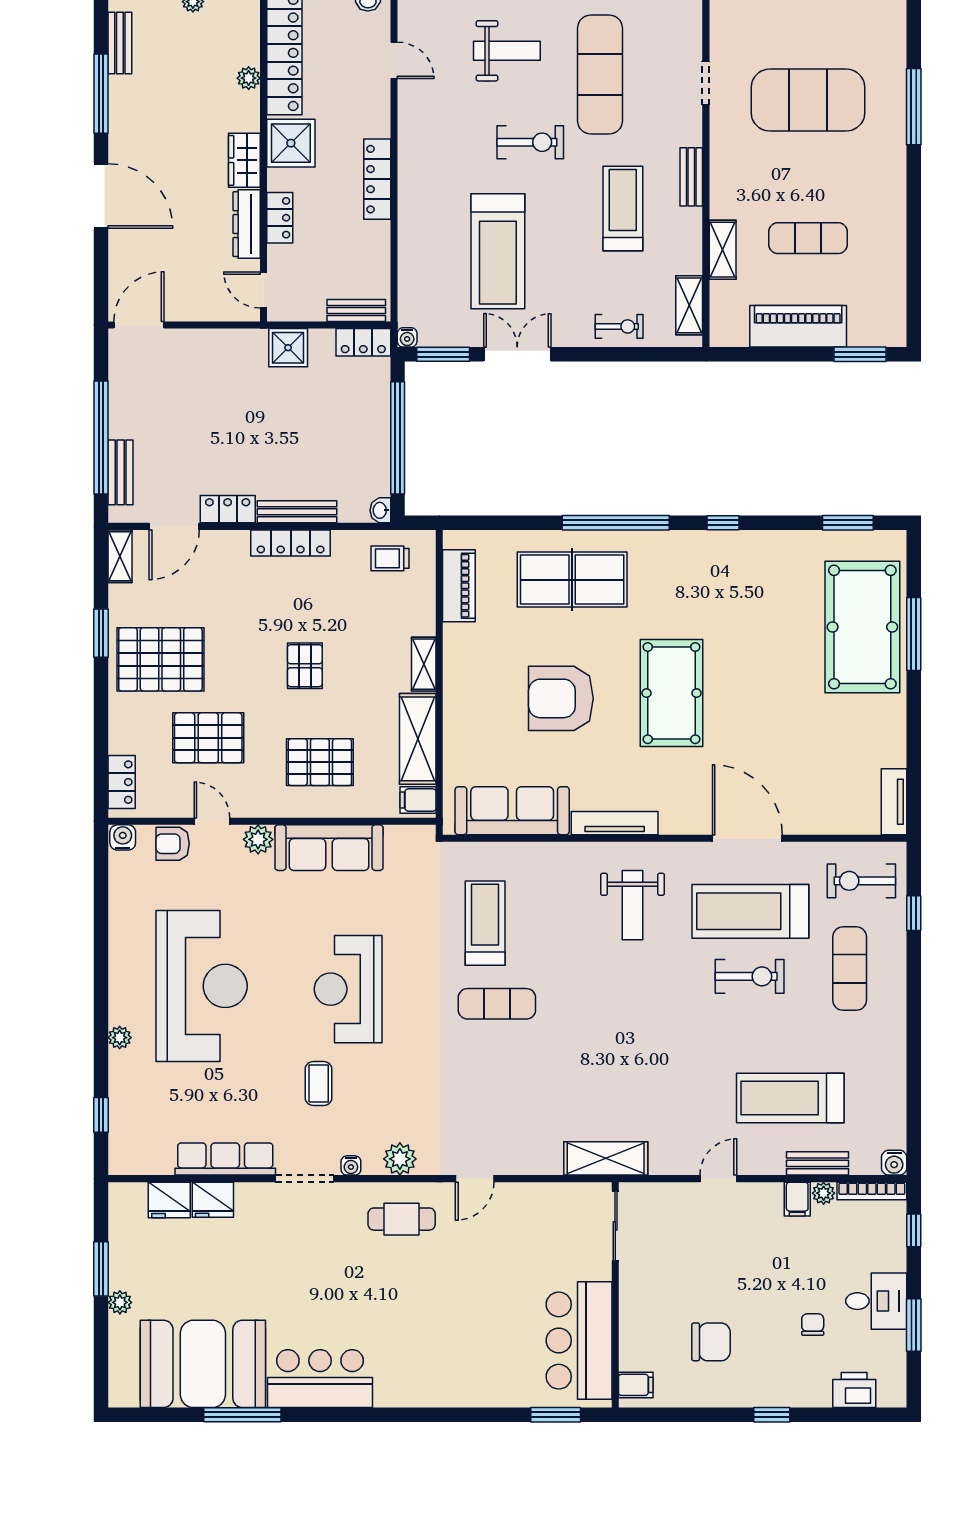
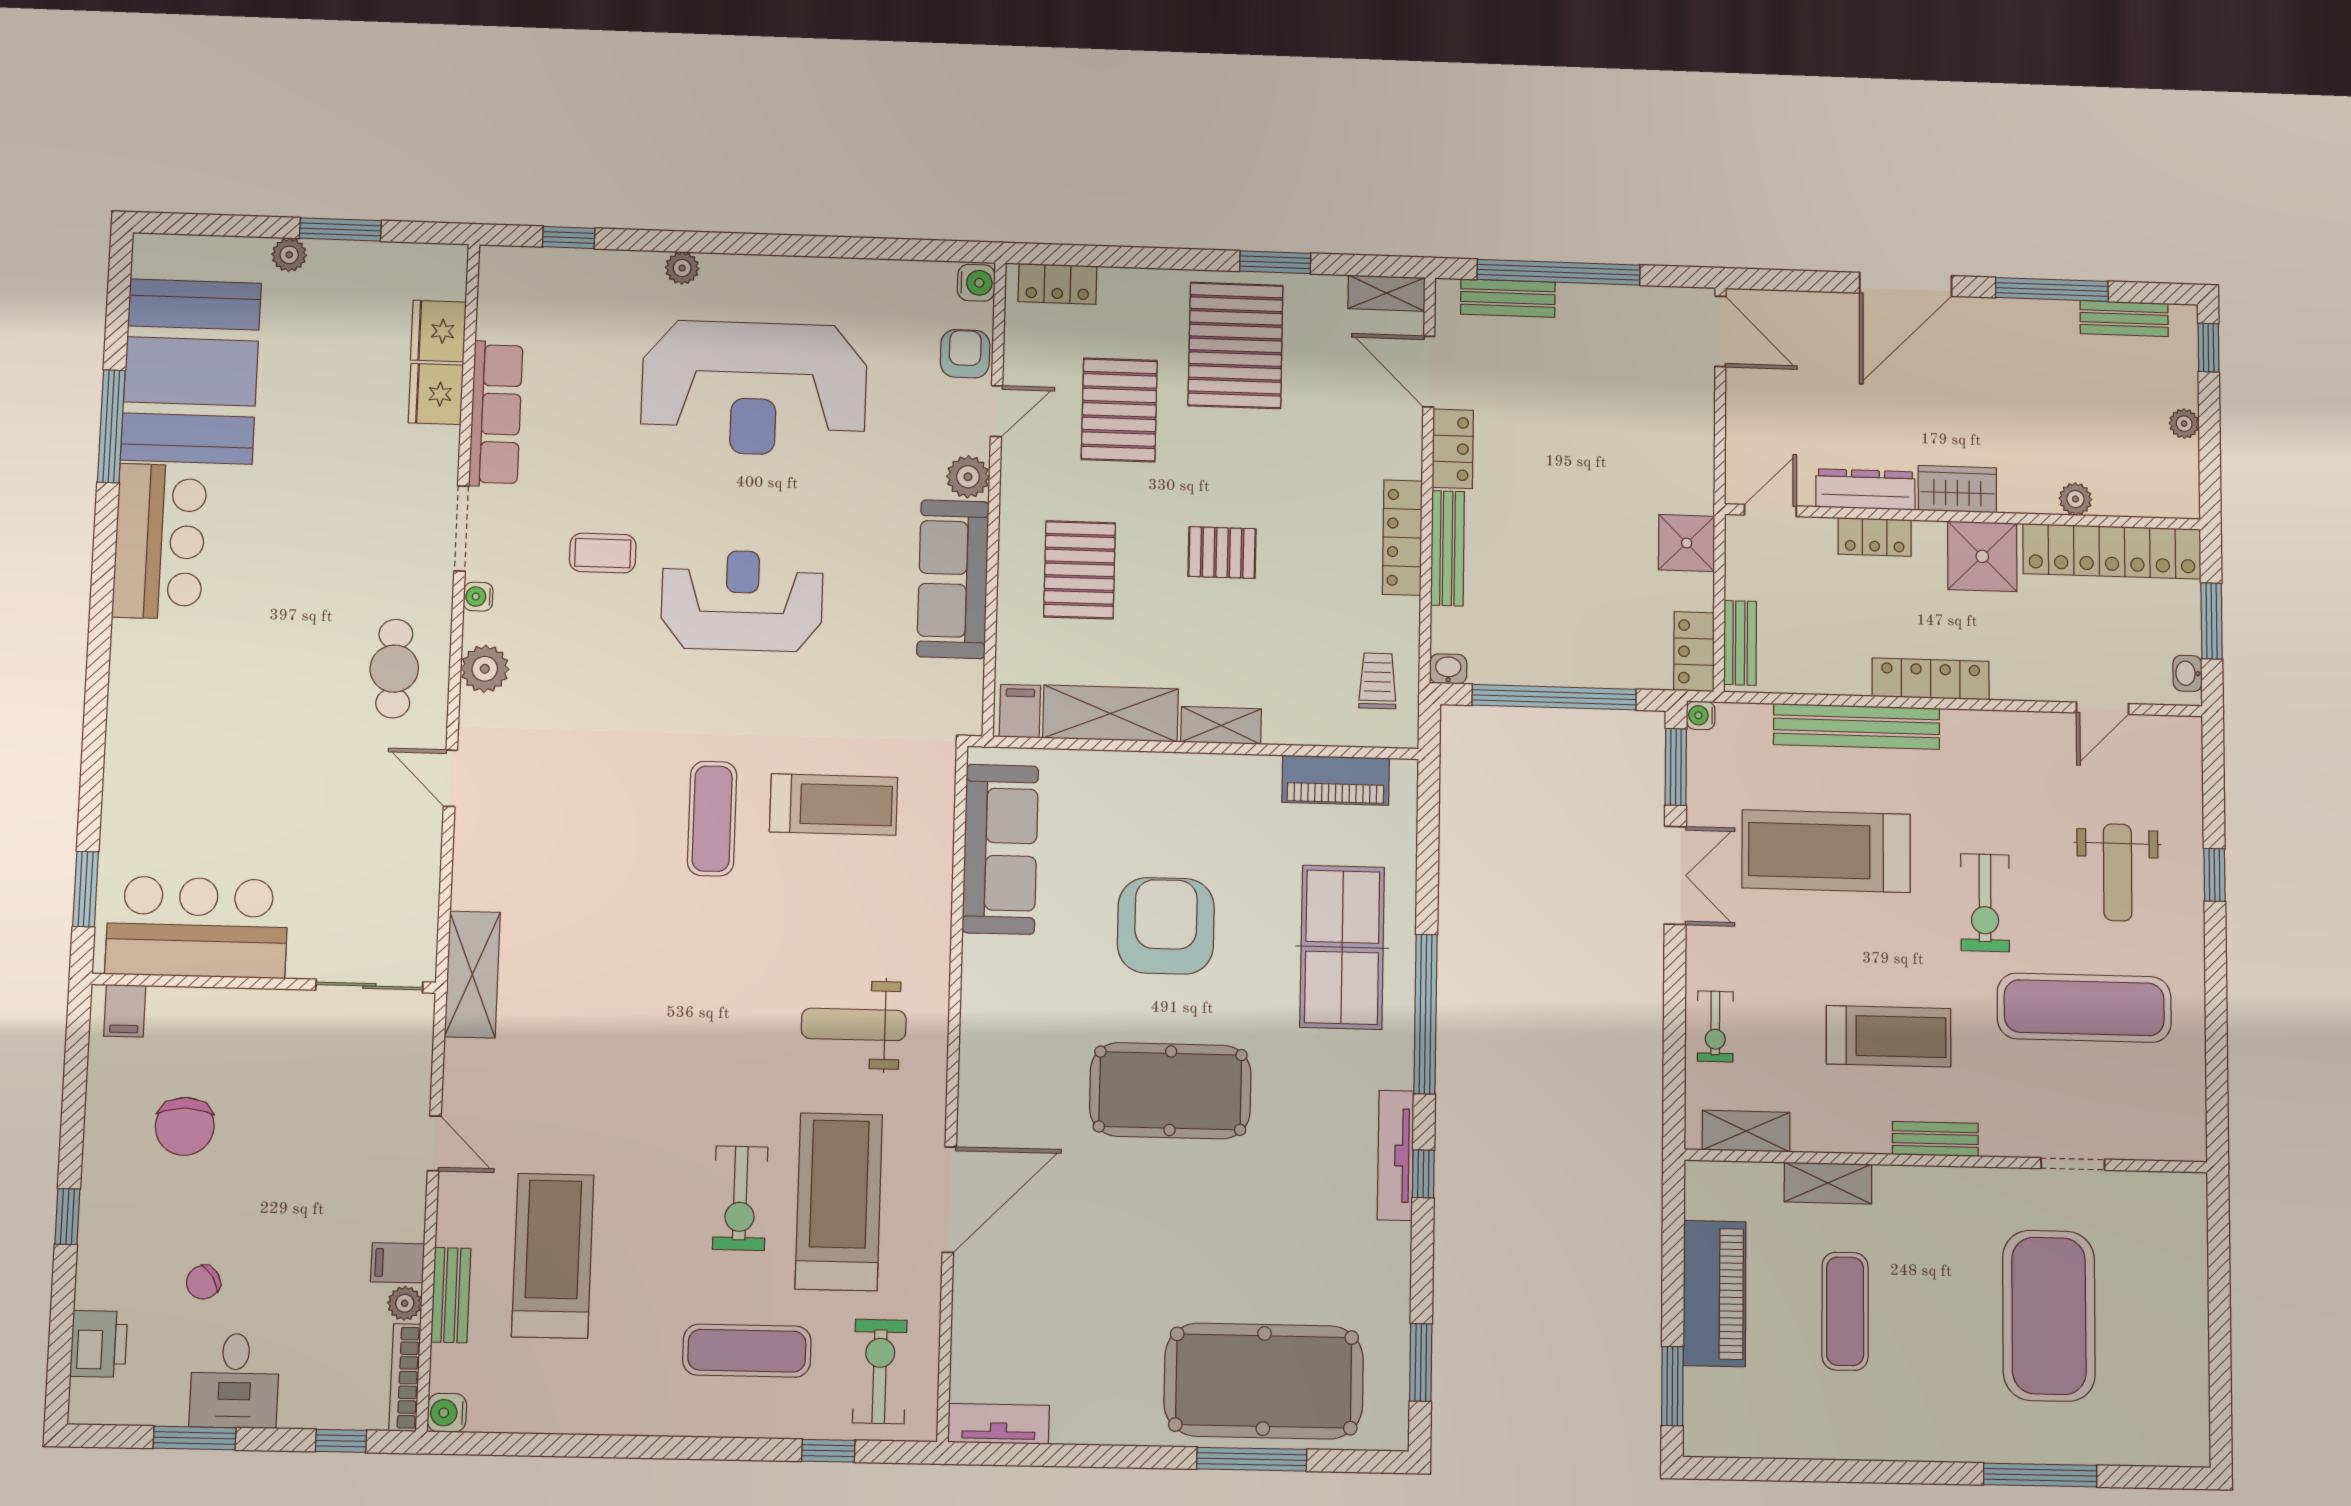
bench: (412, 230) -> (1857, 726), added
tv unit: (615, 823) -> (1396, 1155), moved, turned 180
chair: (813, 1325) -> (203, 1282), turned 147

